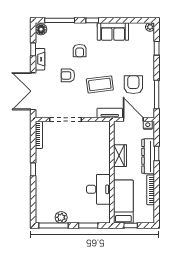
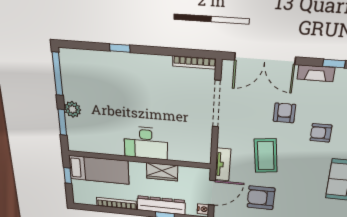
armchair: (133, 85) -> (261, 198), turned 180
double door: (33, 91) -> (265, 59), swing flipped
window: (33, 169) -> (120, 48), moved
desk: (98, 189) -> (146, 143), moved
plant: (61, 217) -> (72, 109), moved

